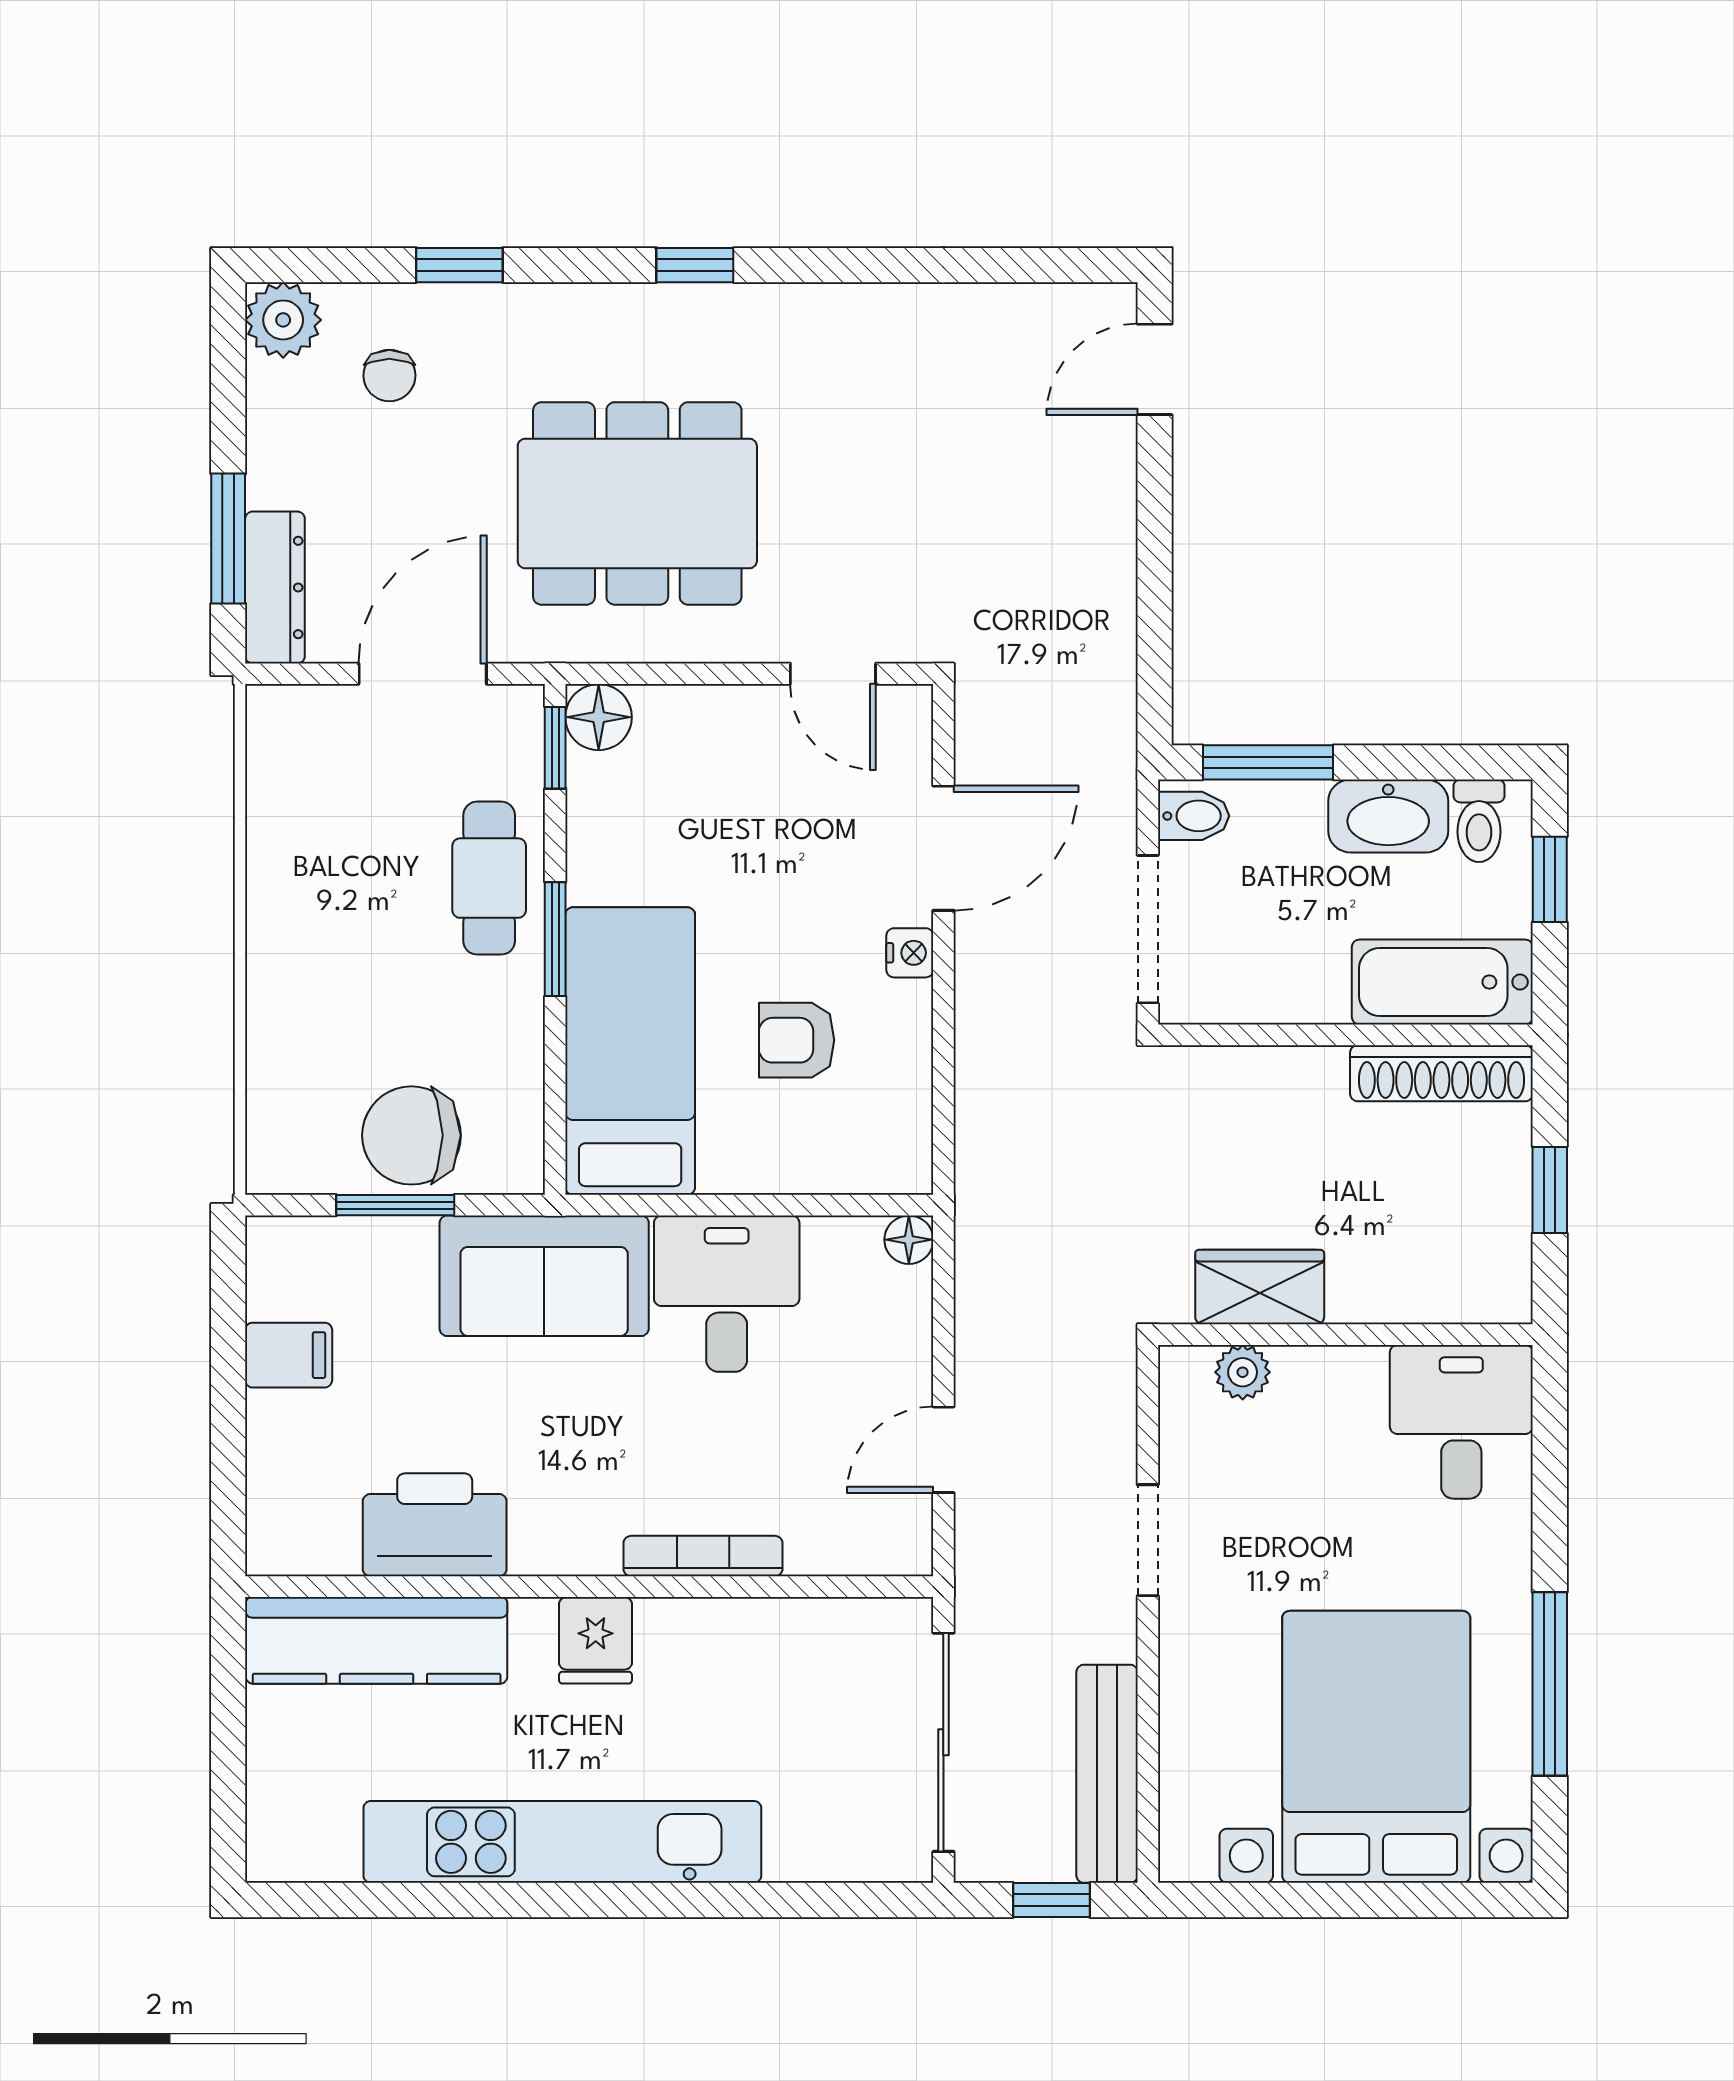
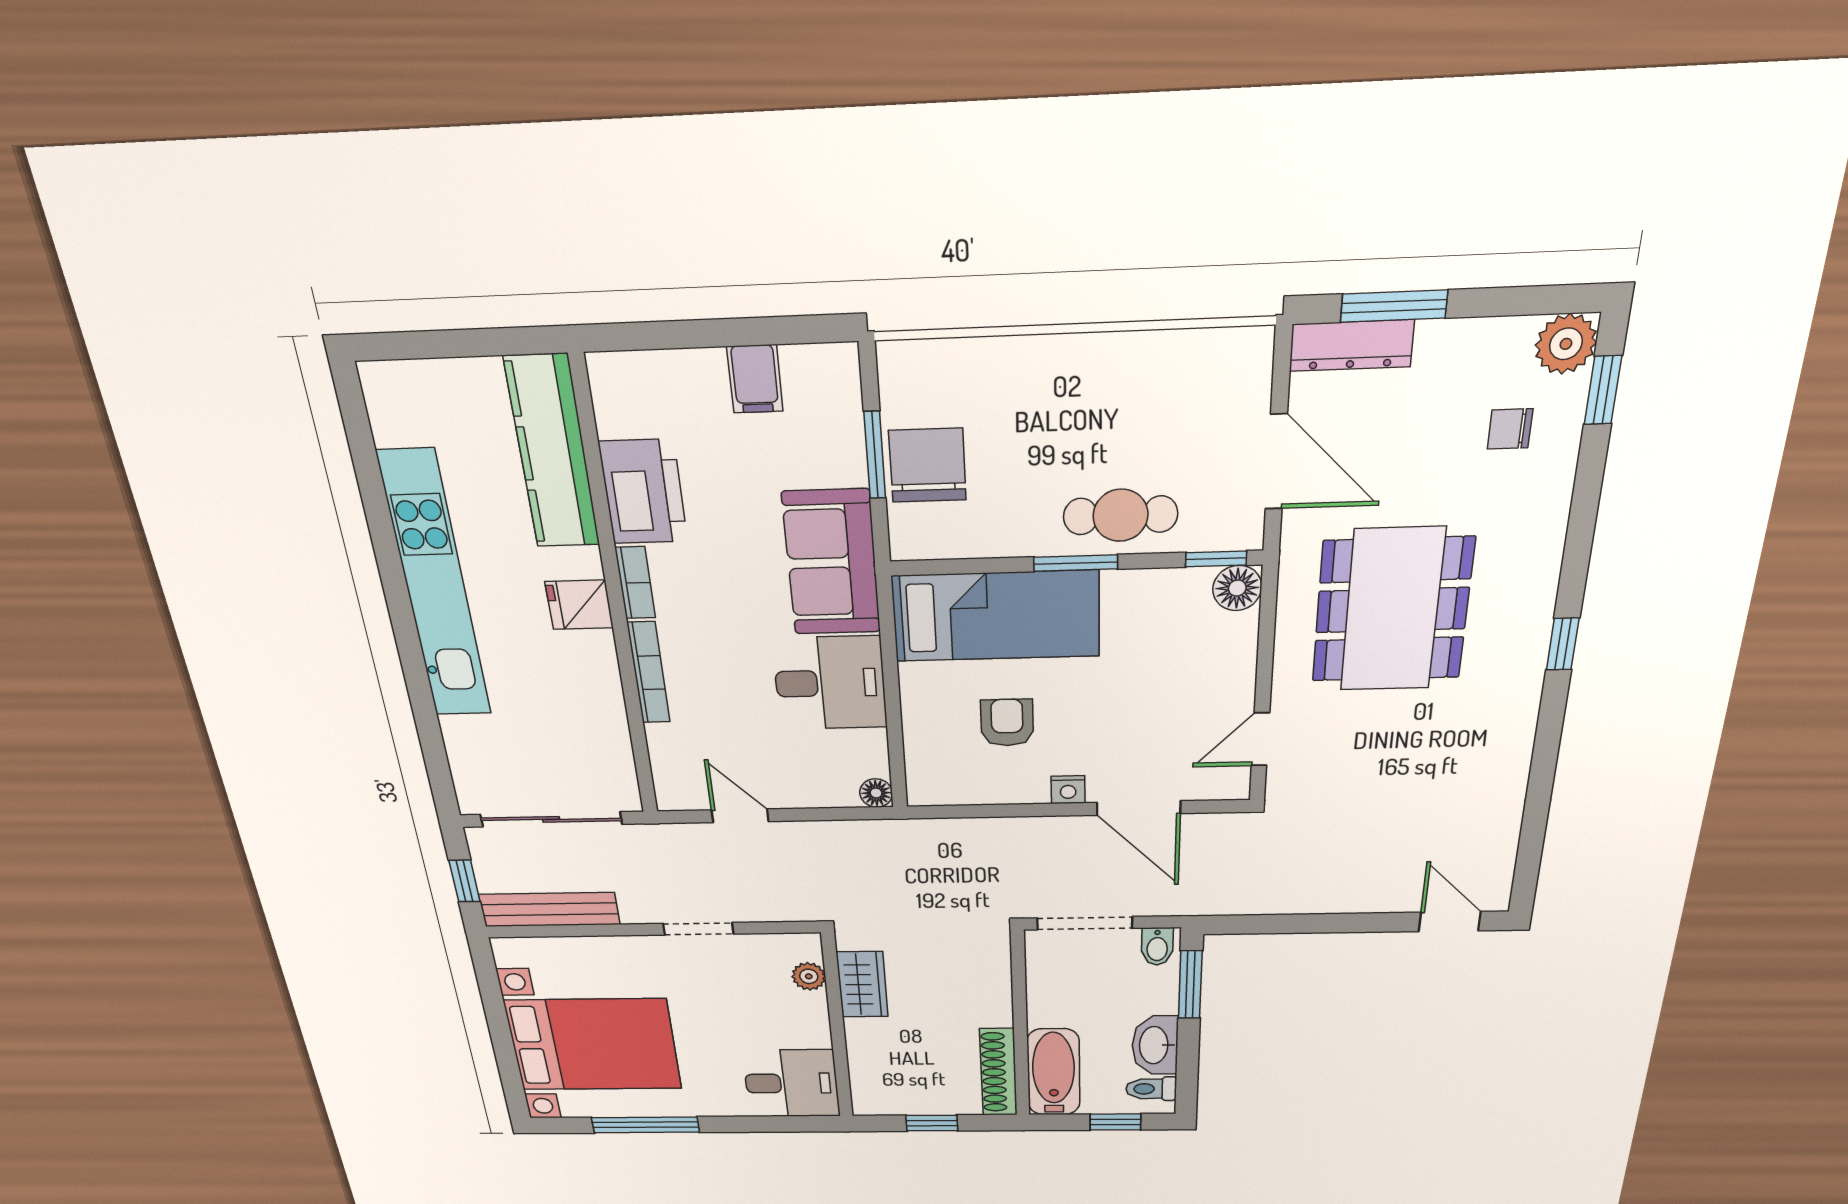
window: (459, 265) -> (1603, 390), moved
bookcase: (565, 1555) -> (635, 583), added

